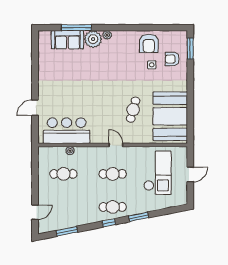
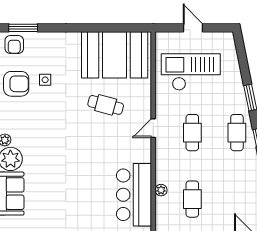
armchair: (172, 59) -> (14, 44), moved

